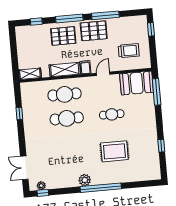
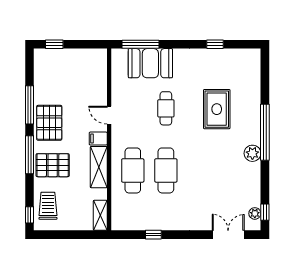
window: (36, 21) -> (29, 215), moved
pallet: (63, 36) -> (53, 165), turned 90
trolley: (129, 51) -> (48, 206), moved
booth: (137, 83) -> (150, 63), moved, turned 90
double door: (24, 168) -> (228, 235), swing flipped

